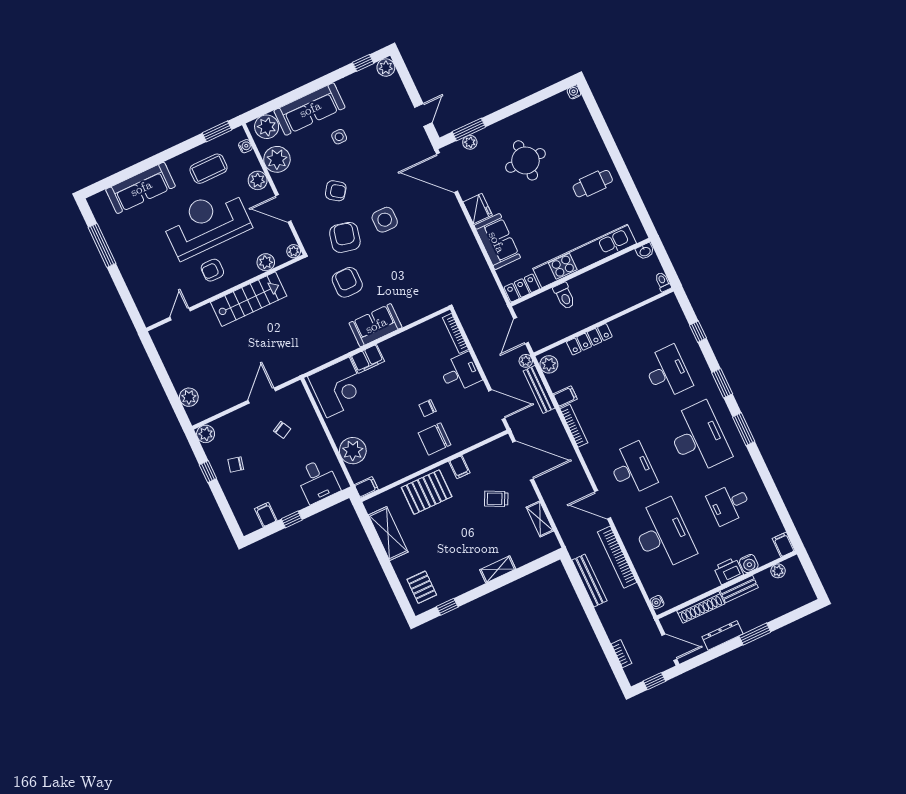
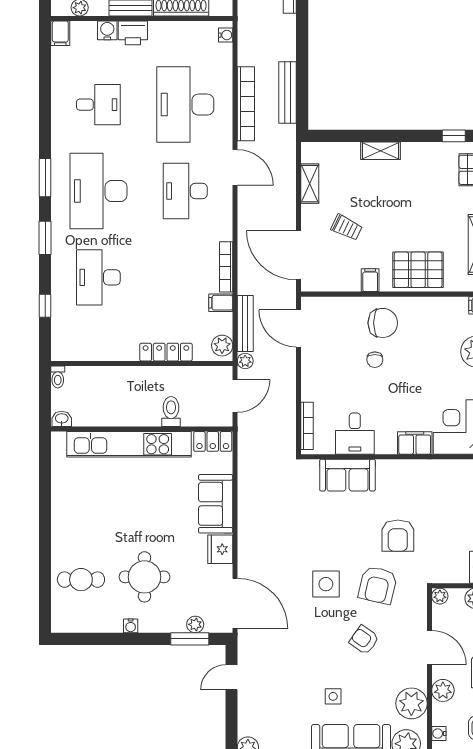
water cooler: (574, 92) -> (131, 626), moved
cafe table: (593, 184) -> (81, 580), moved
sofa: (376, 325) -> (347, 475), moved
desk: (460, 373) -> (355, 434), moved, turned -90
chair: (428, 408) -> (375, 360), turned 90

